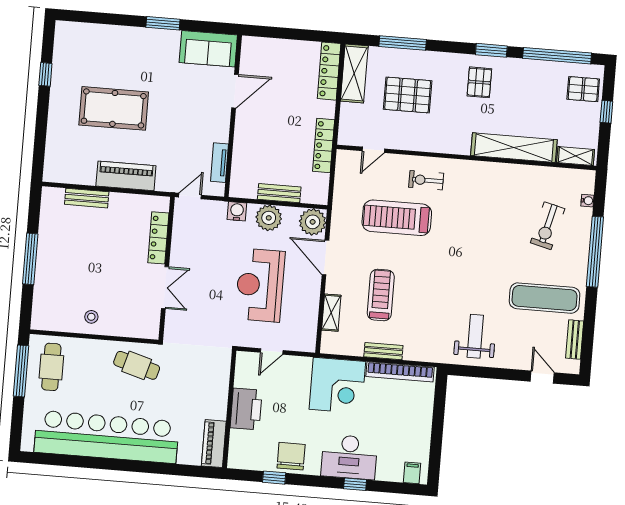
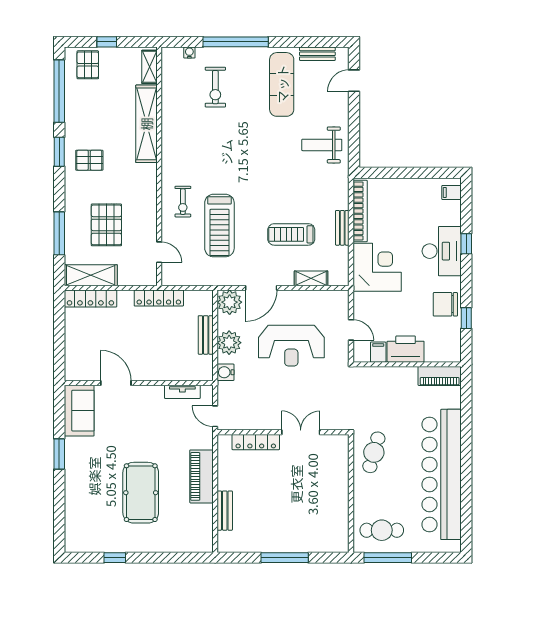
exercise bike: (548, 226) -> (215, 87), turned 76
stool: (91, 317) -> (333, 497), removed
filing cabinet: (245, 379) -> (378, 352), added

